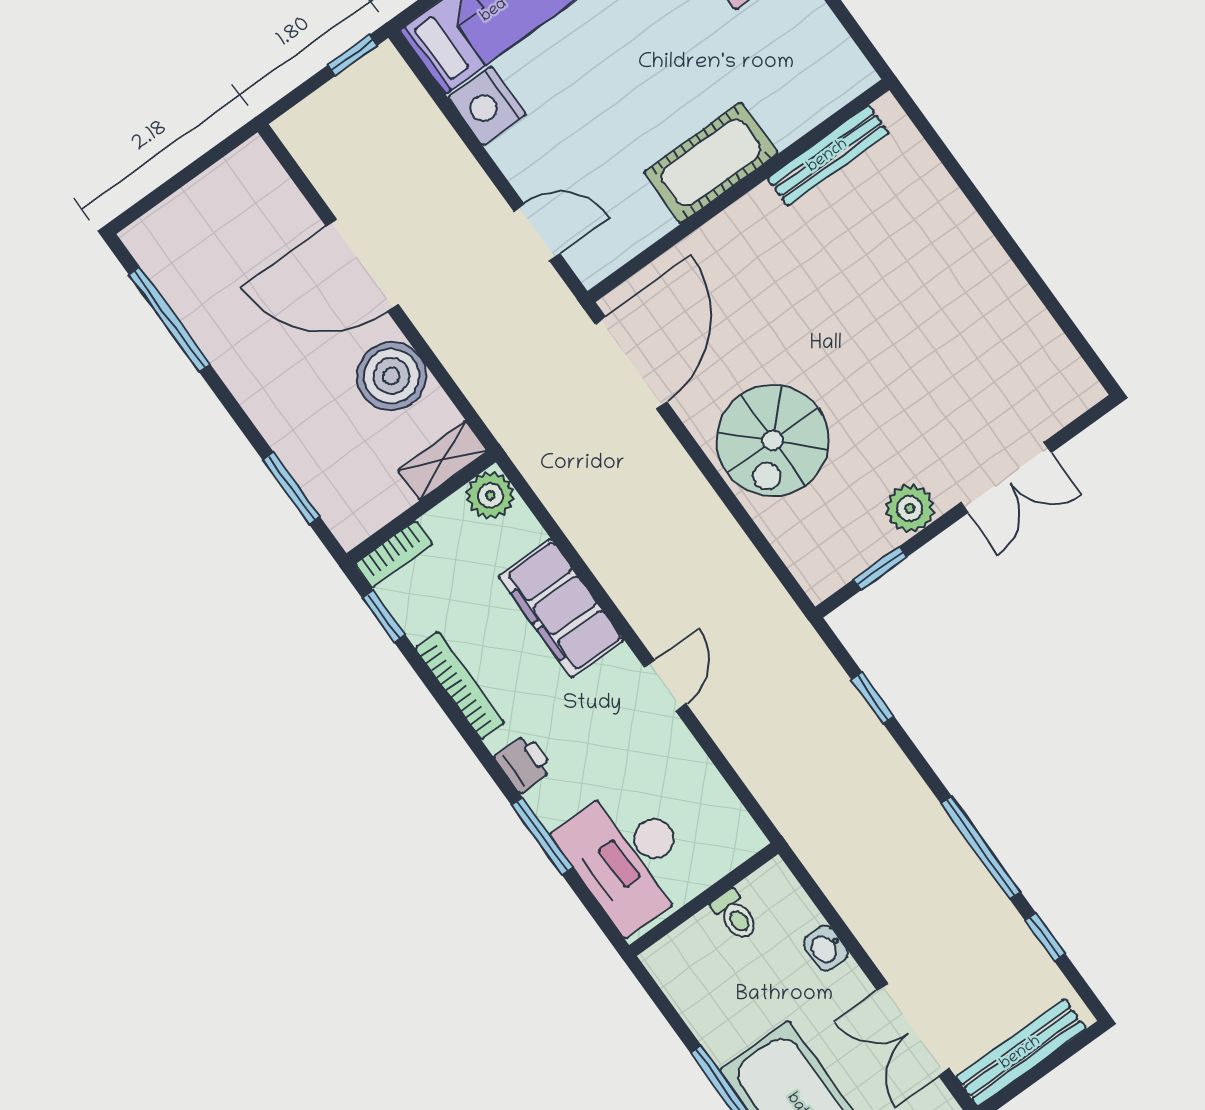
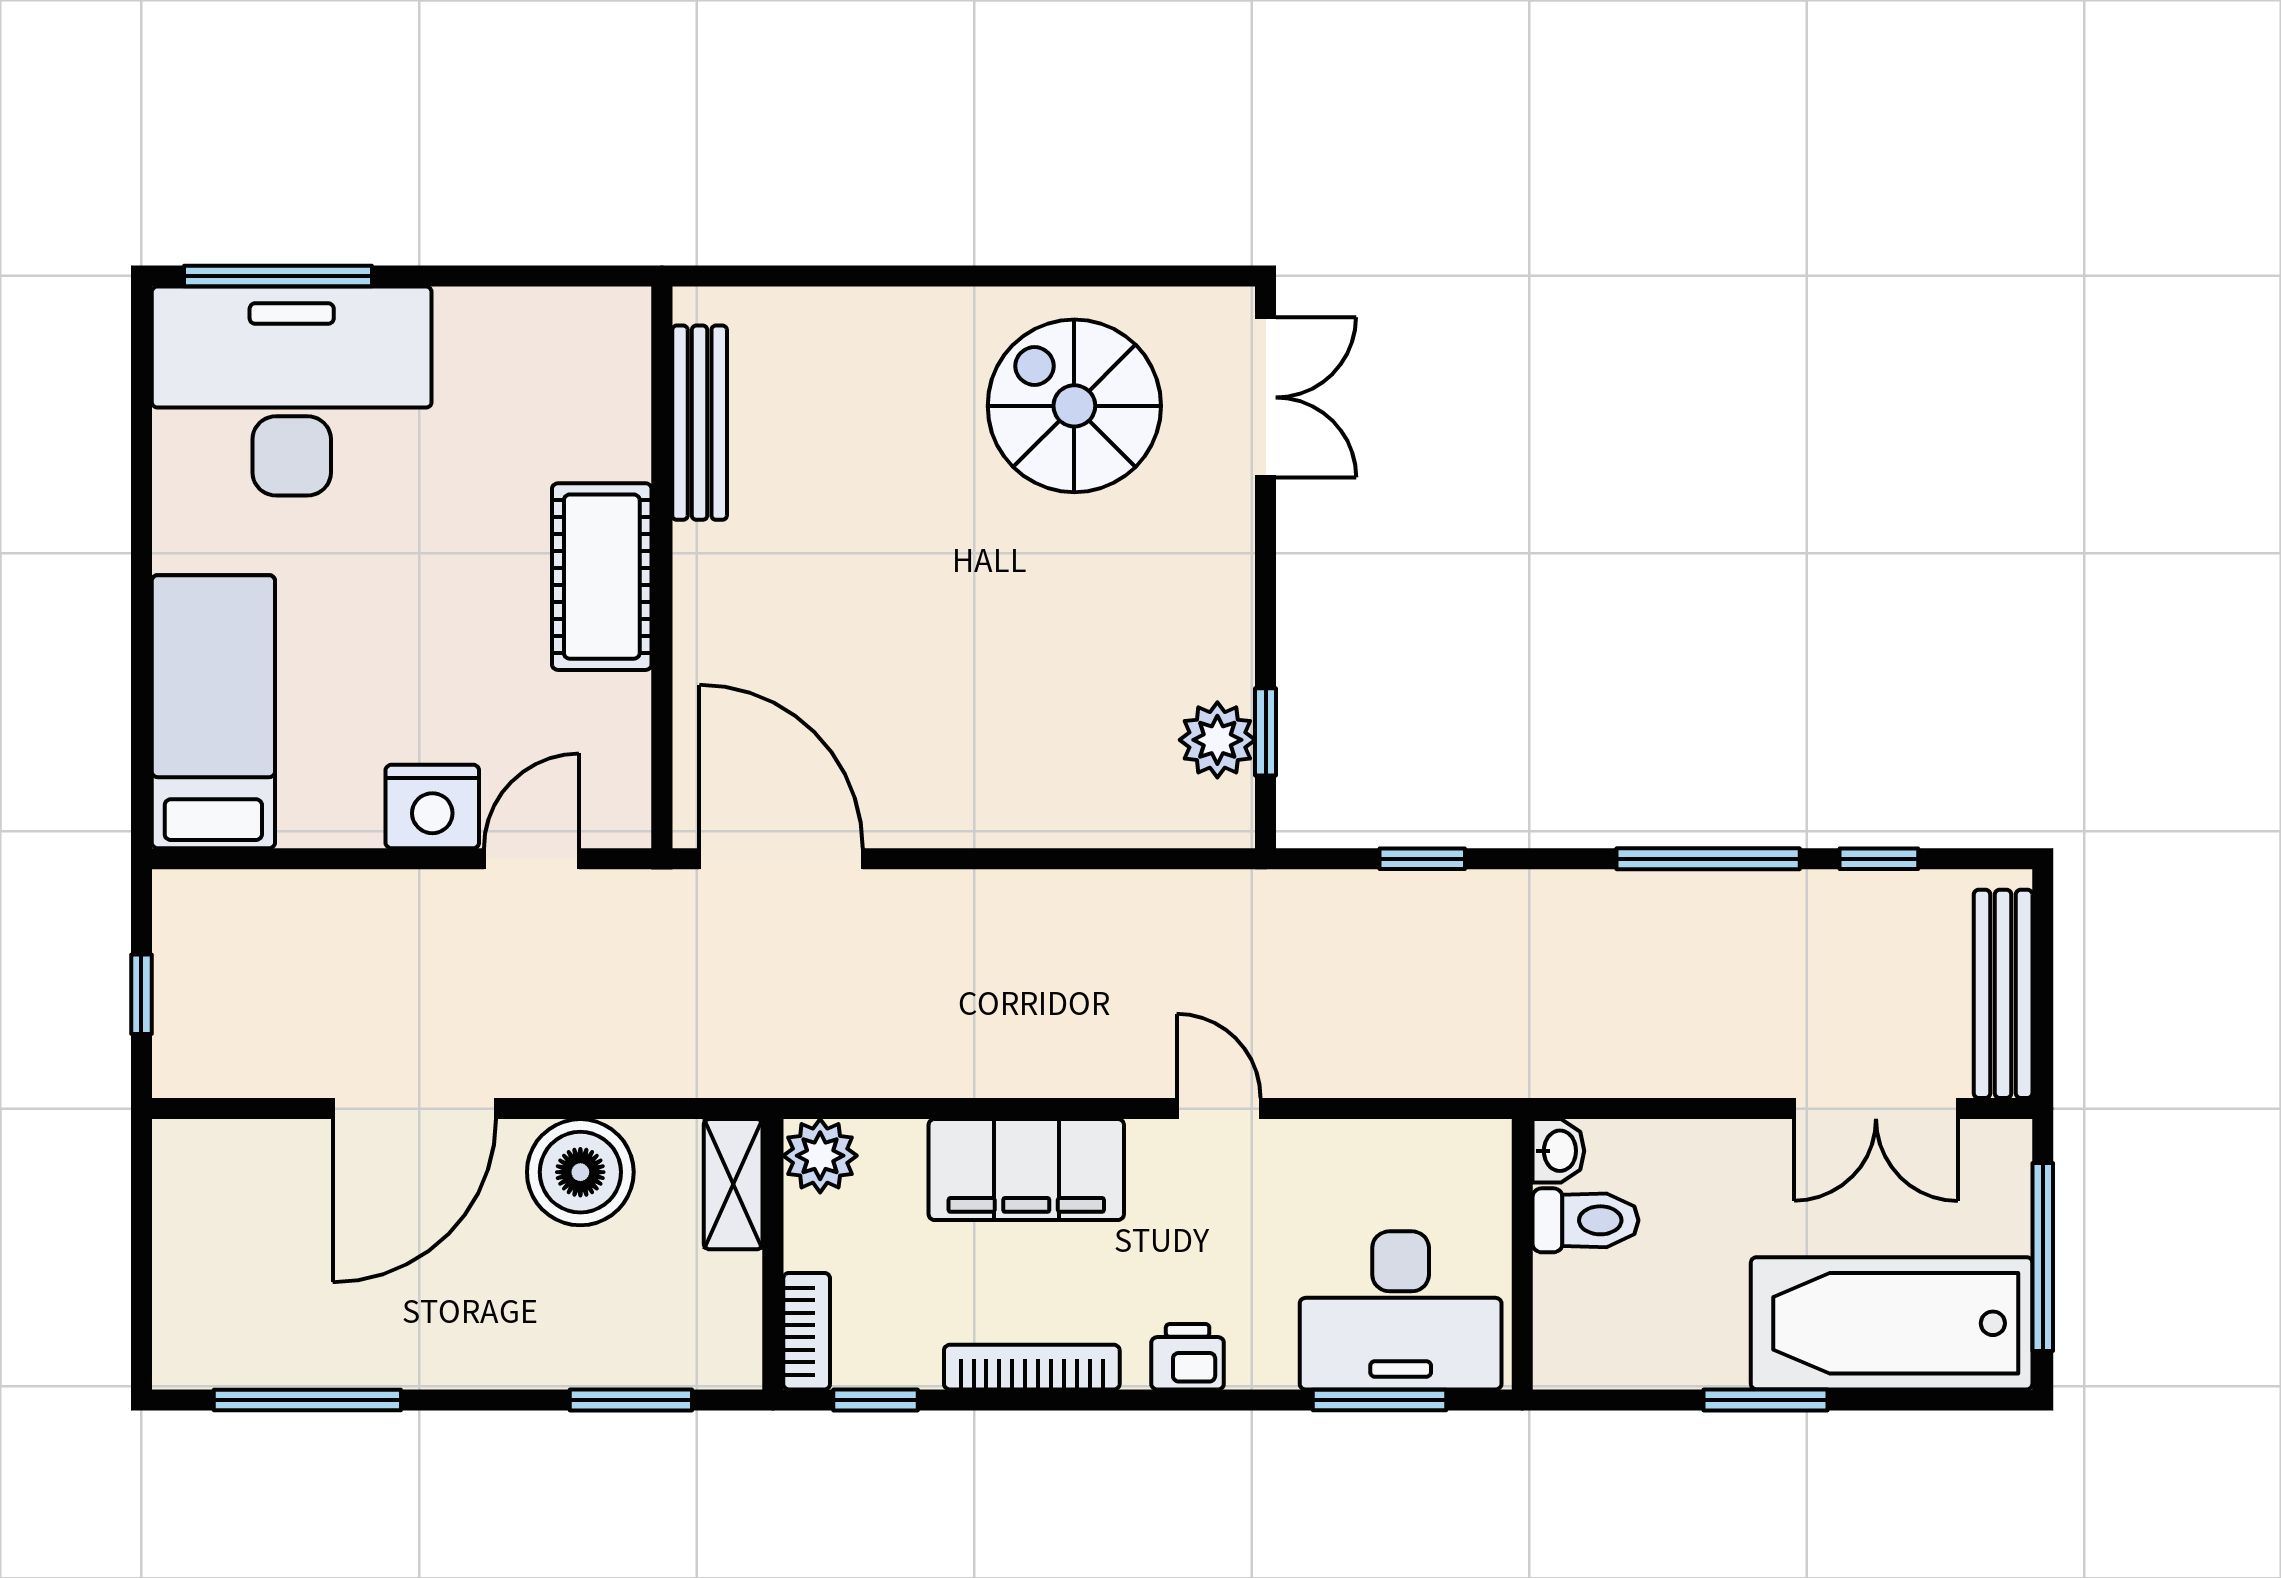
window: (353, 55) -> (141, 994), moved
nightstand: (487, 106) -> (432, 806), moved
spiral stairs: (773, 440) -> (1074, 406), moved, turned 180
double door: (1006, 478) -> (1266, 397), moved
plant: (910, 508) -> (1217, 740), moved
window: (542, 836) -> (1379, 1400), moved
toilet: (735, 915) -> (1586, 1220), width x1.37, depth x1.39
washbasin: (826, 948) -> (1558, 1151), moved, turned -90

